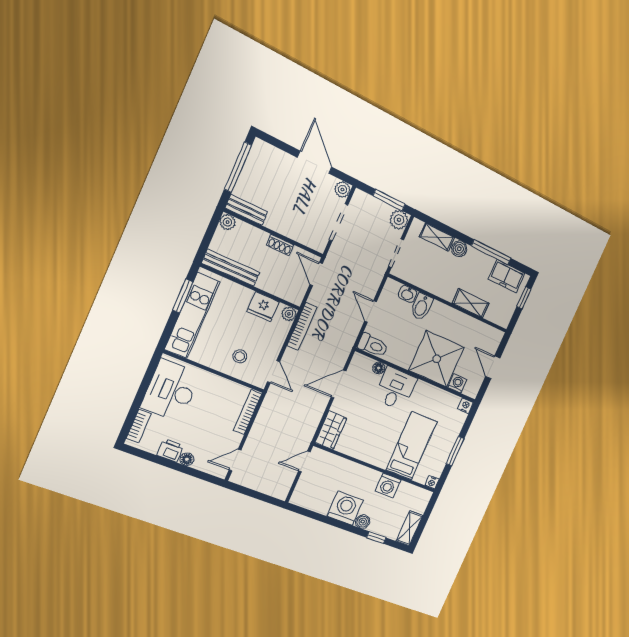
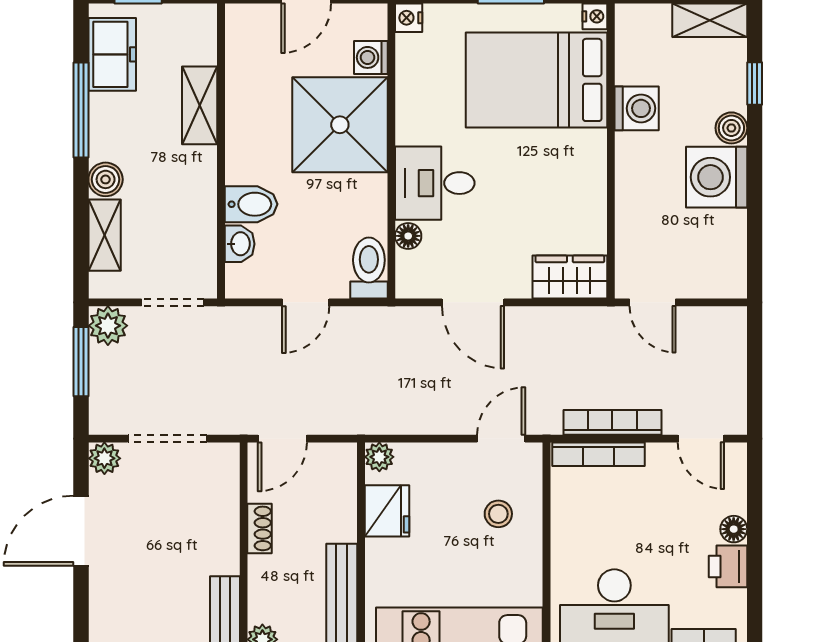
bookcase: (302, 326) -> (612, 422), moved
bed: (412, 446) -> (536, 80), width x1.50

